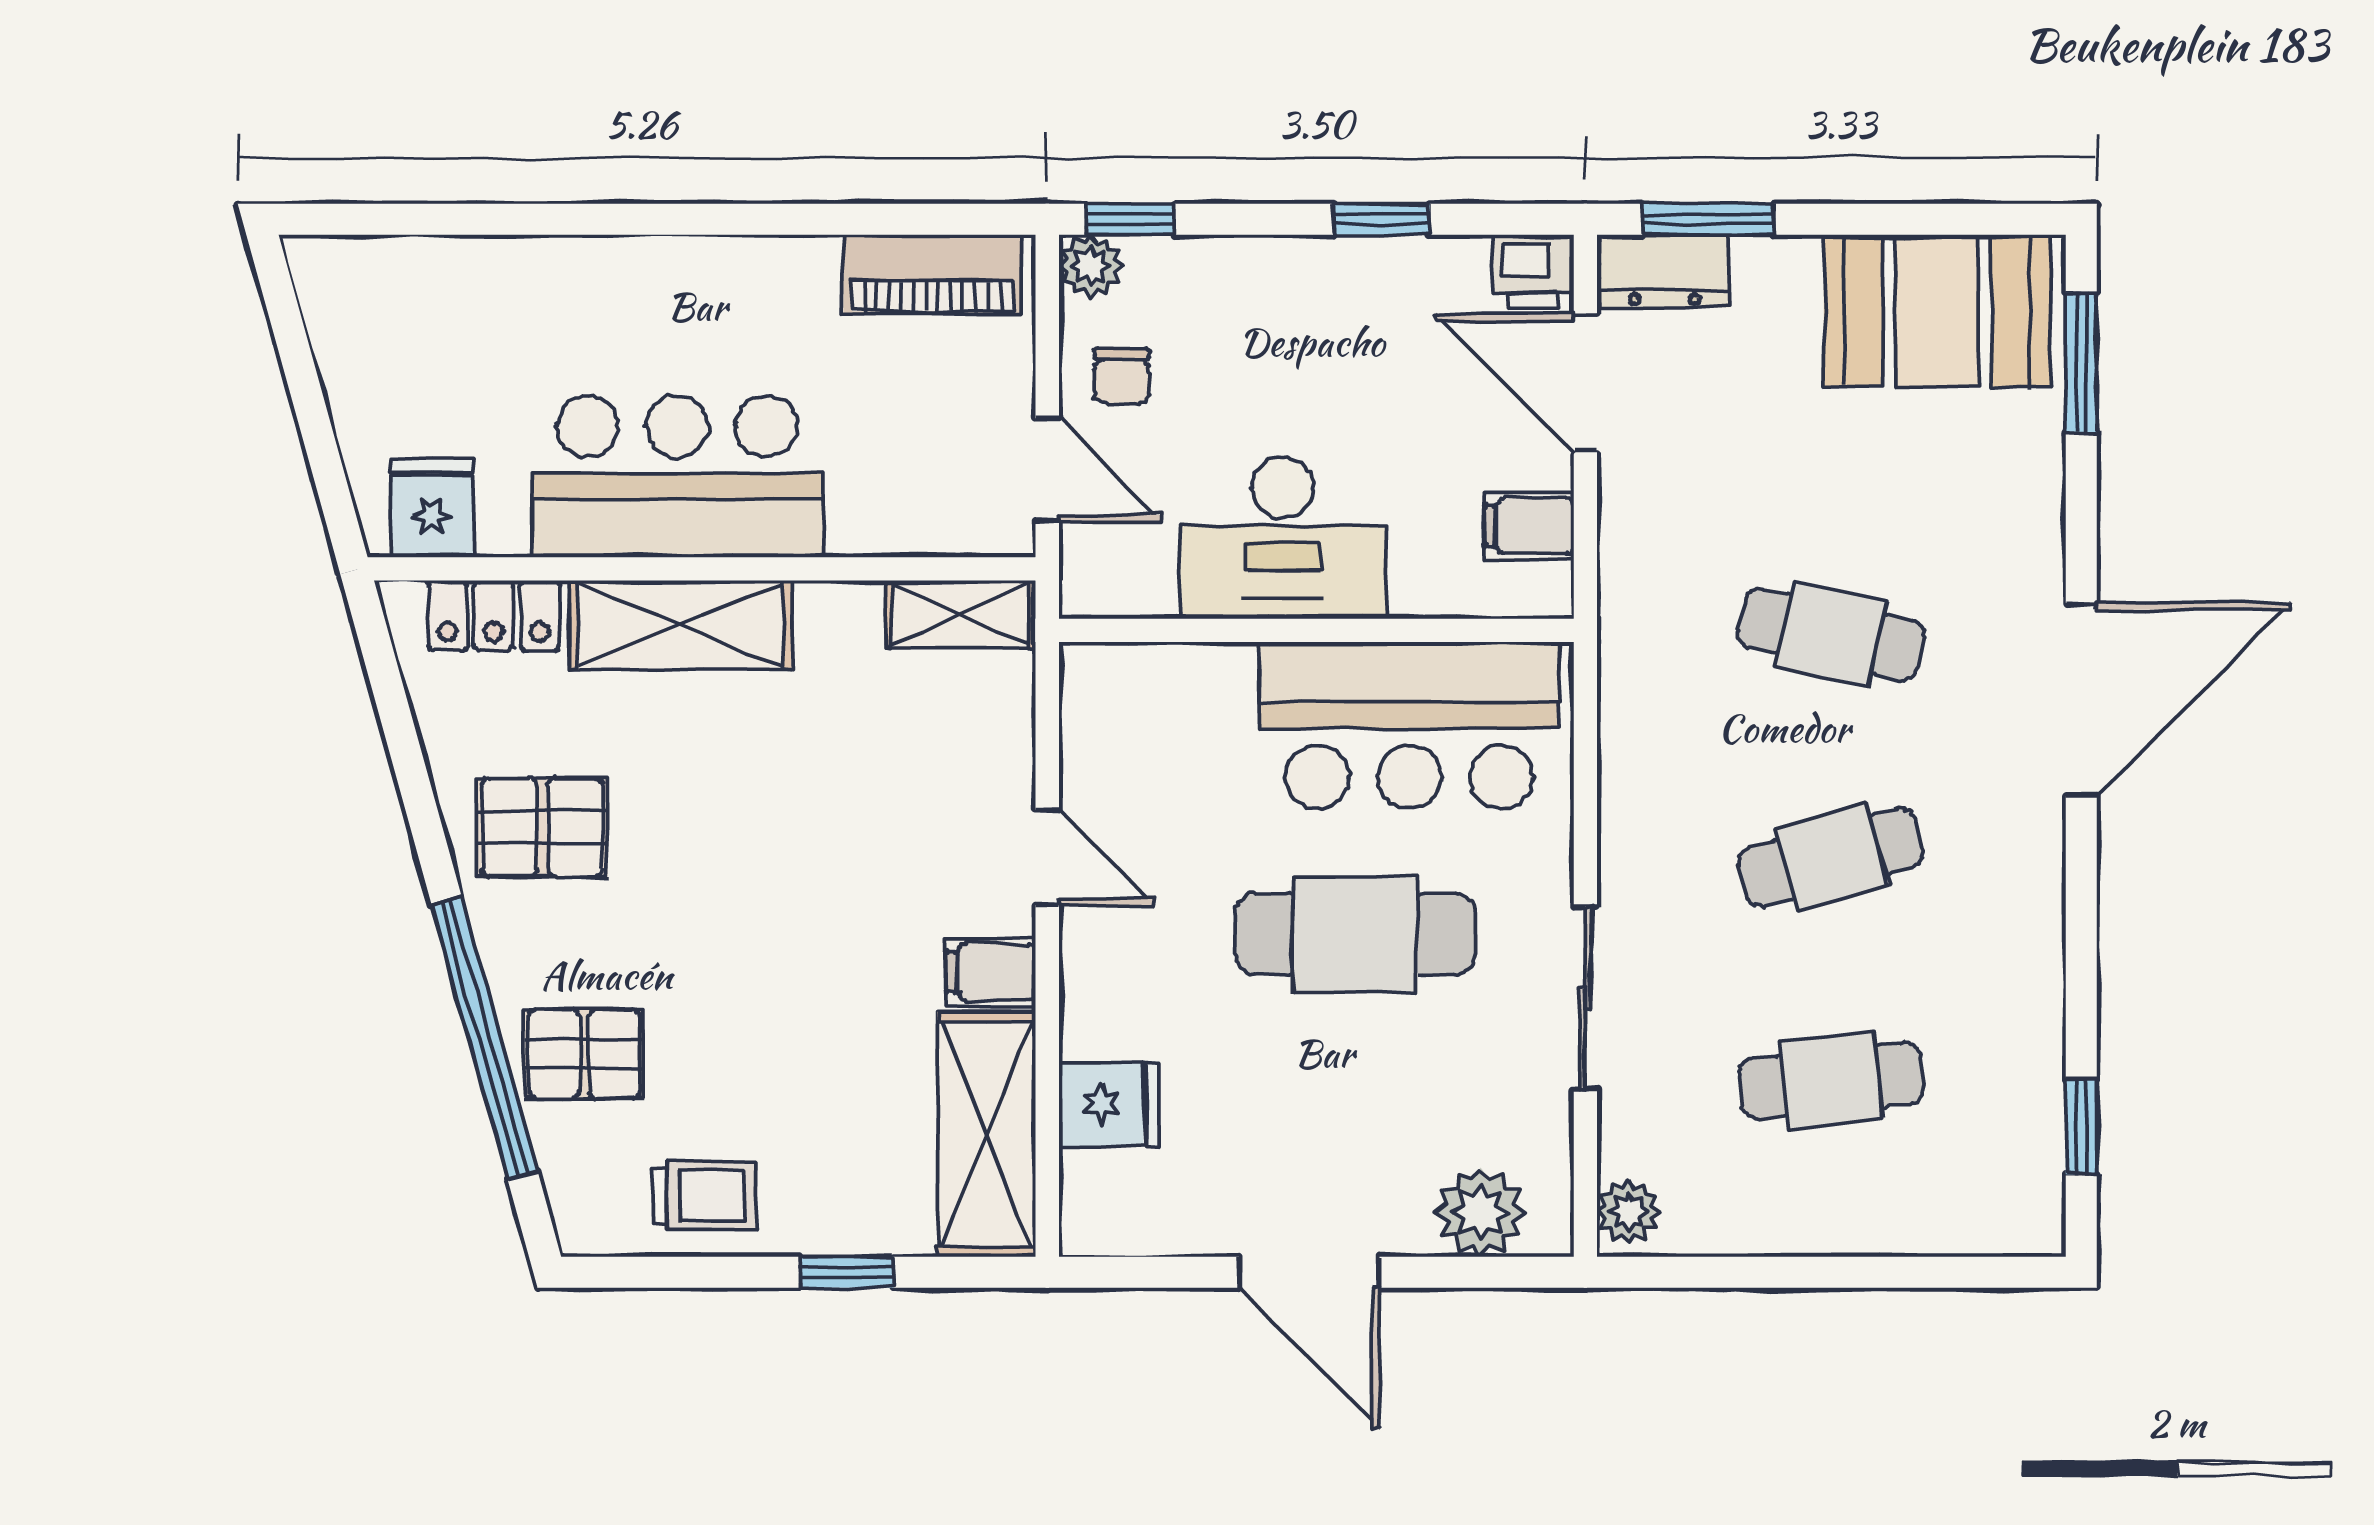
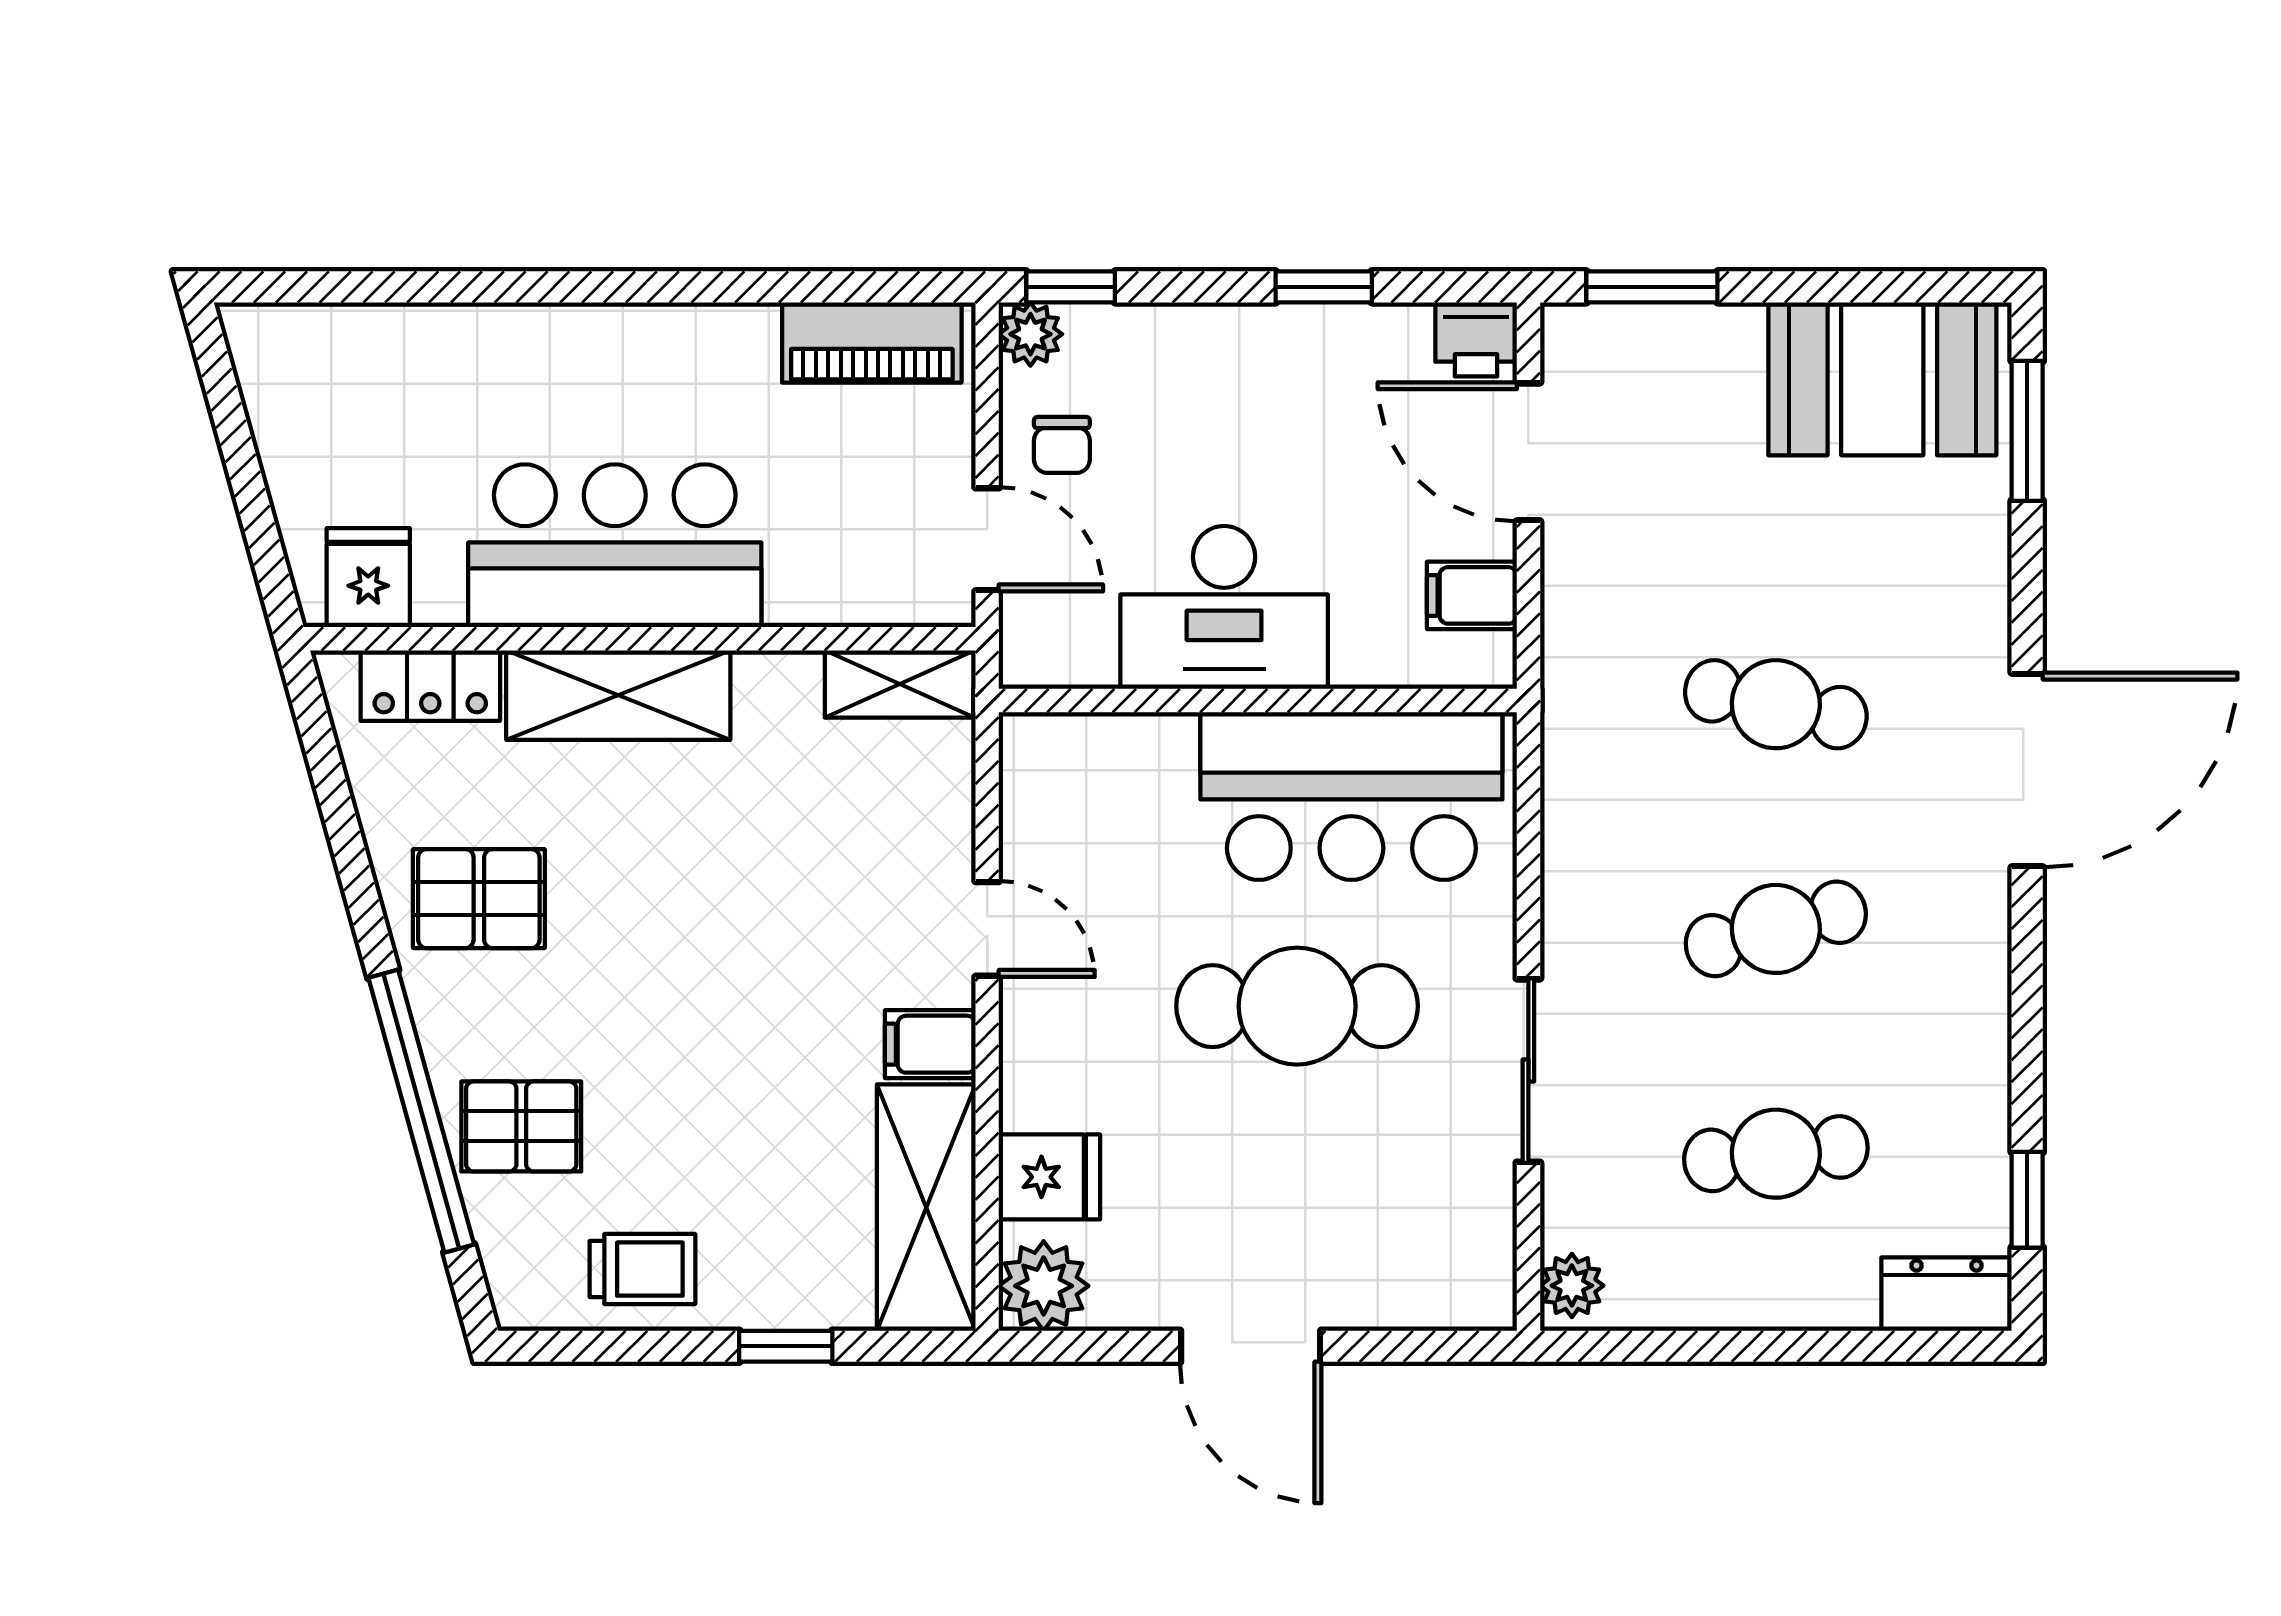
dresser: (1664, 271) -> (1947, 1294), moved, turned 180
plant: (1481, 1212) -> (1044, 1286), moved

